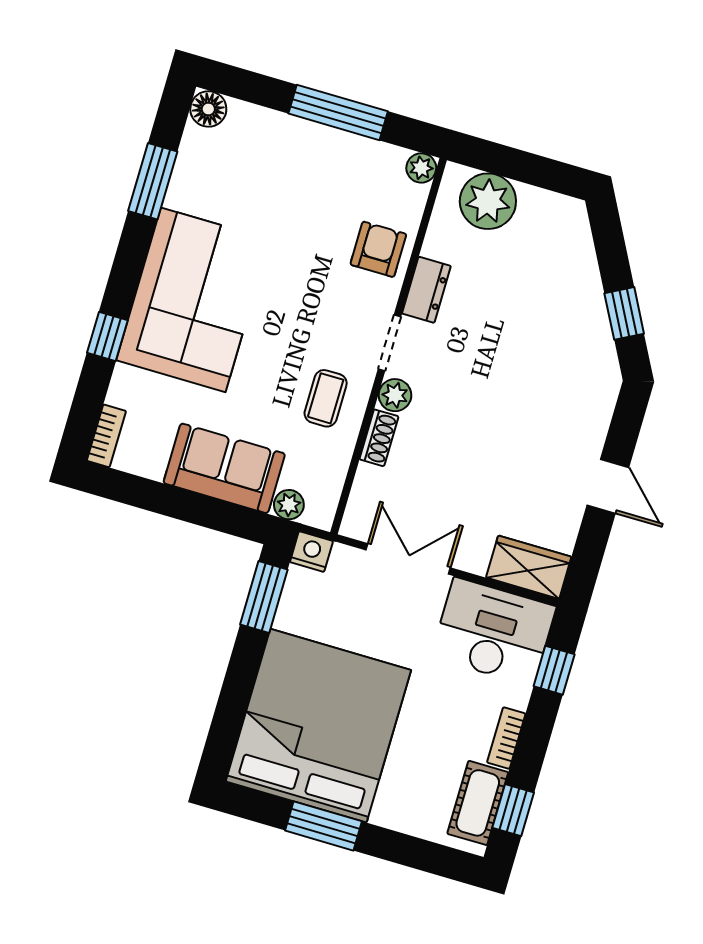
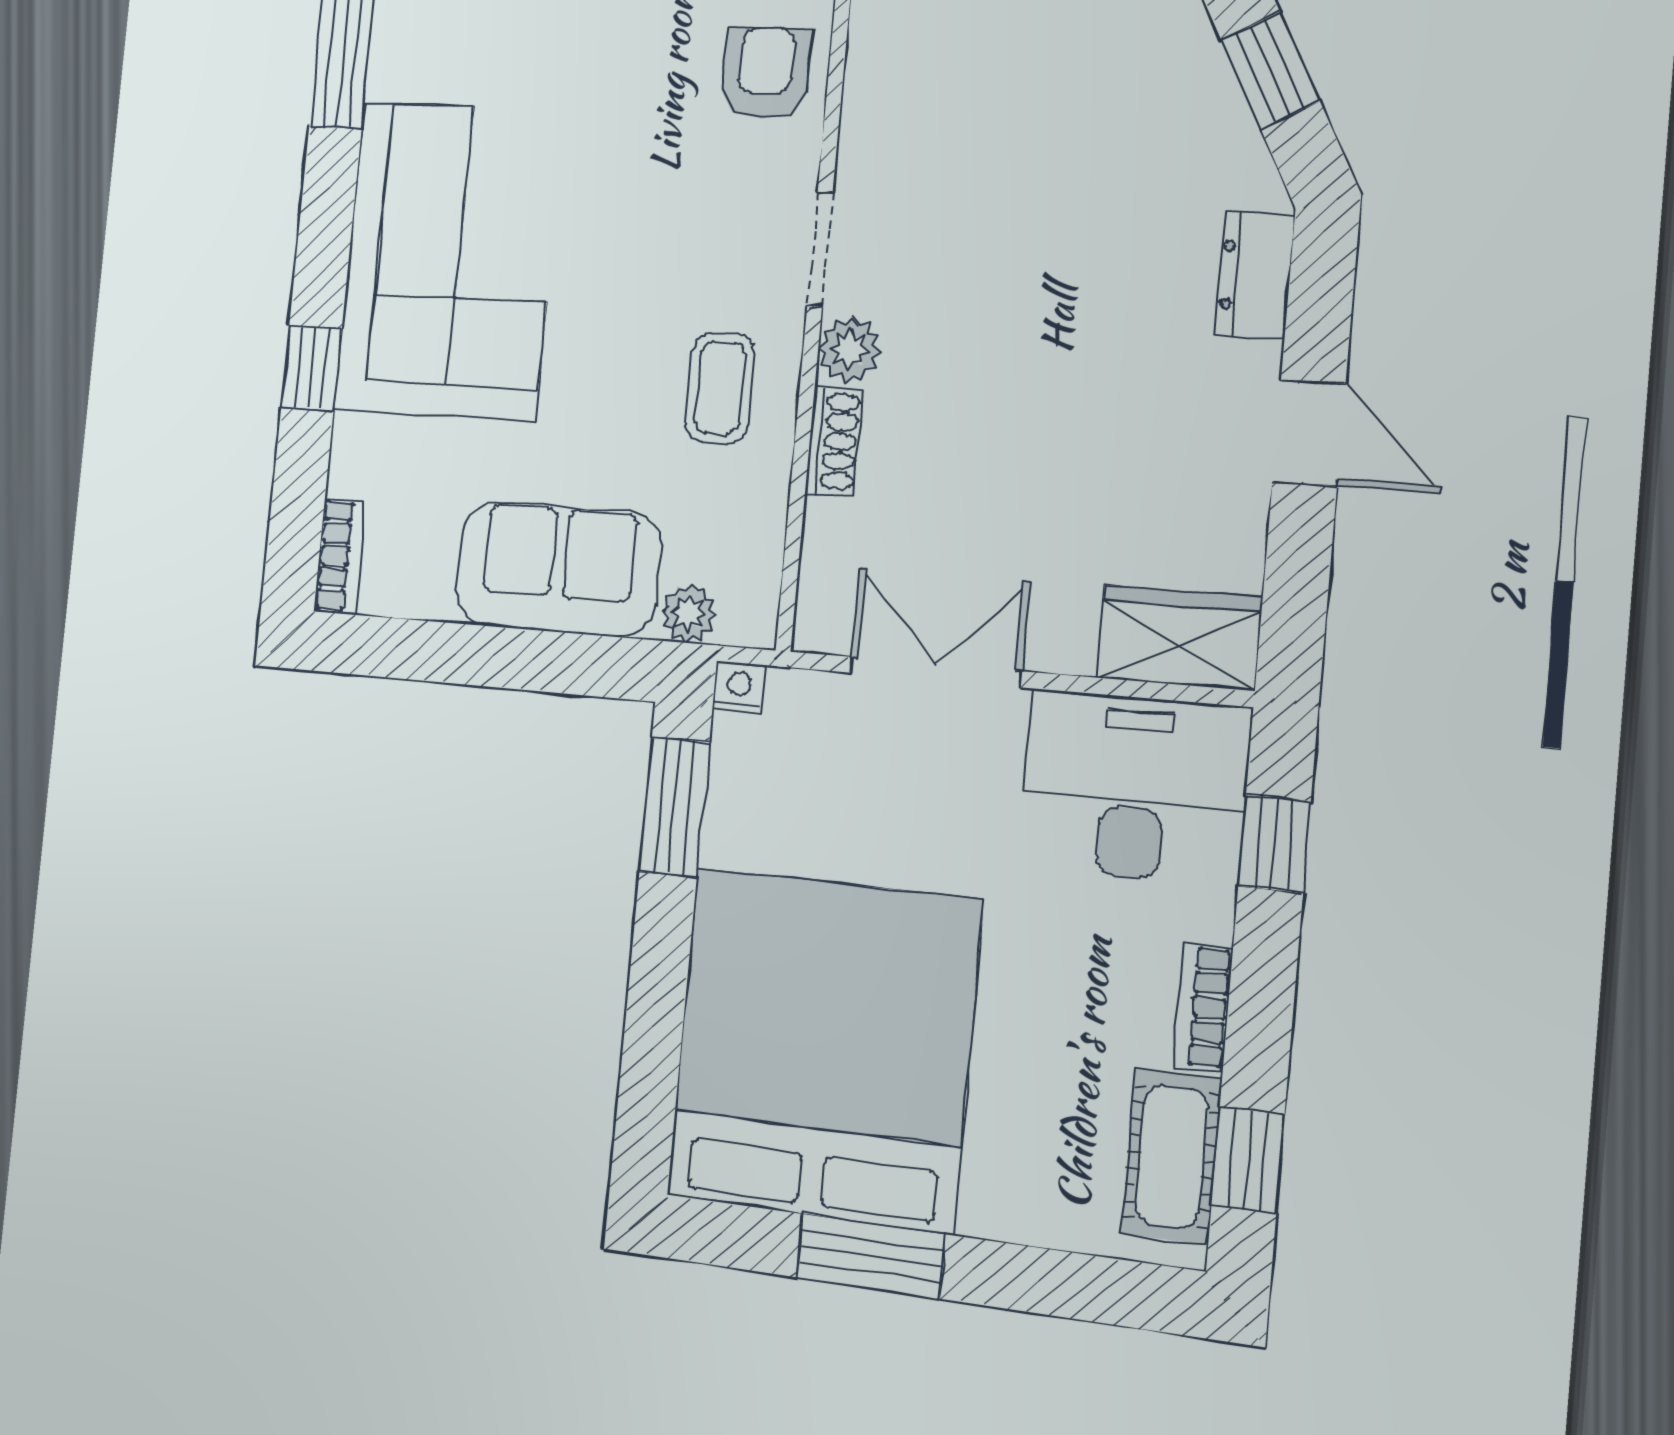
dresser: (426, 290) -> (1255, 276), moved, turned 180
nightstand: (311, 552) -> (739, 688), width x0.72, depth x0.74

